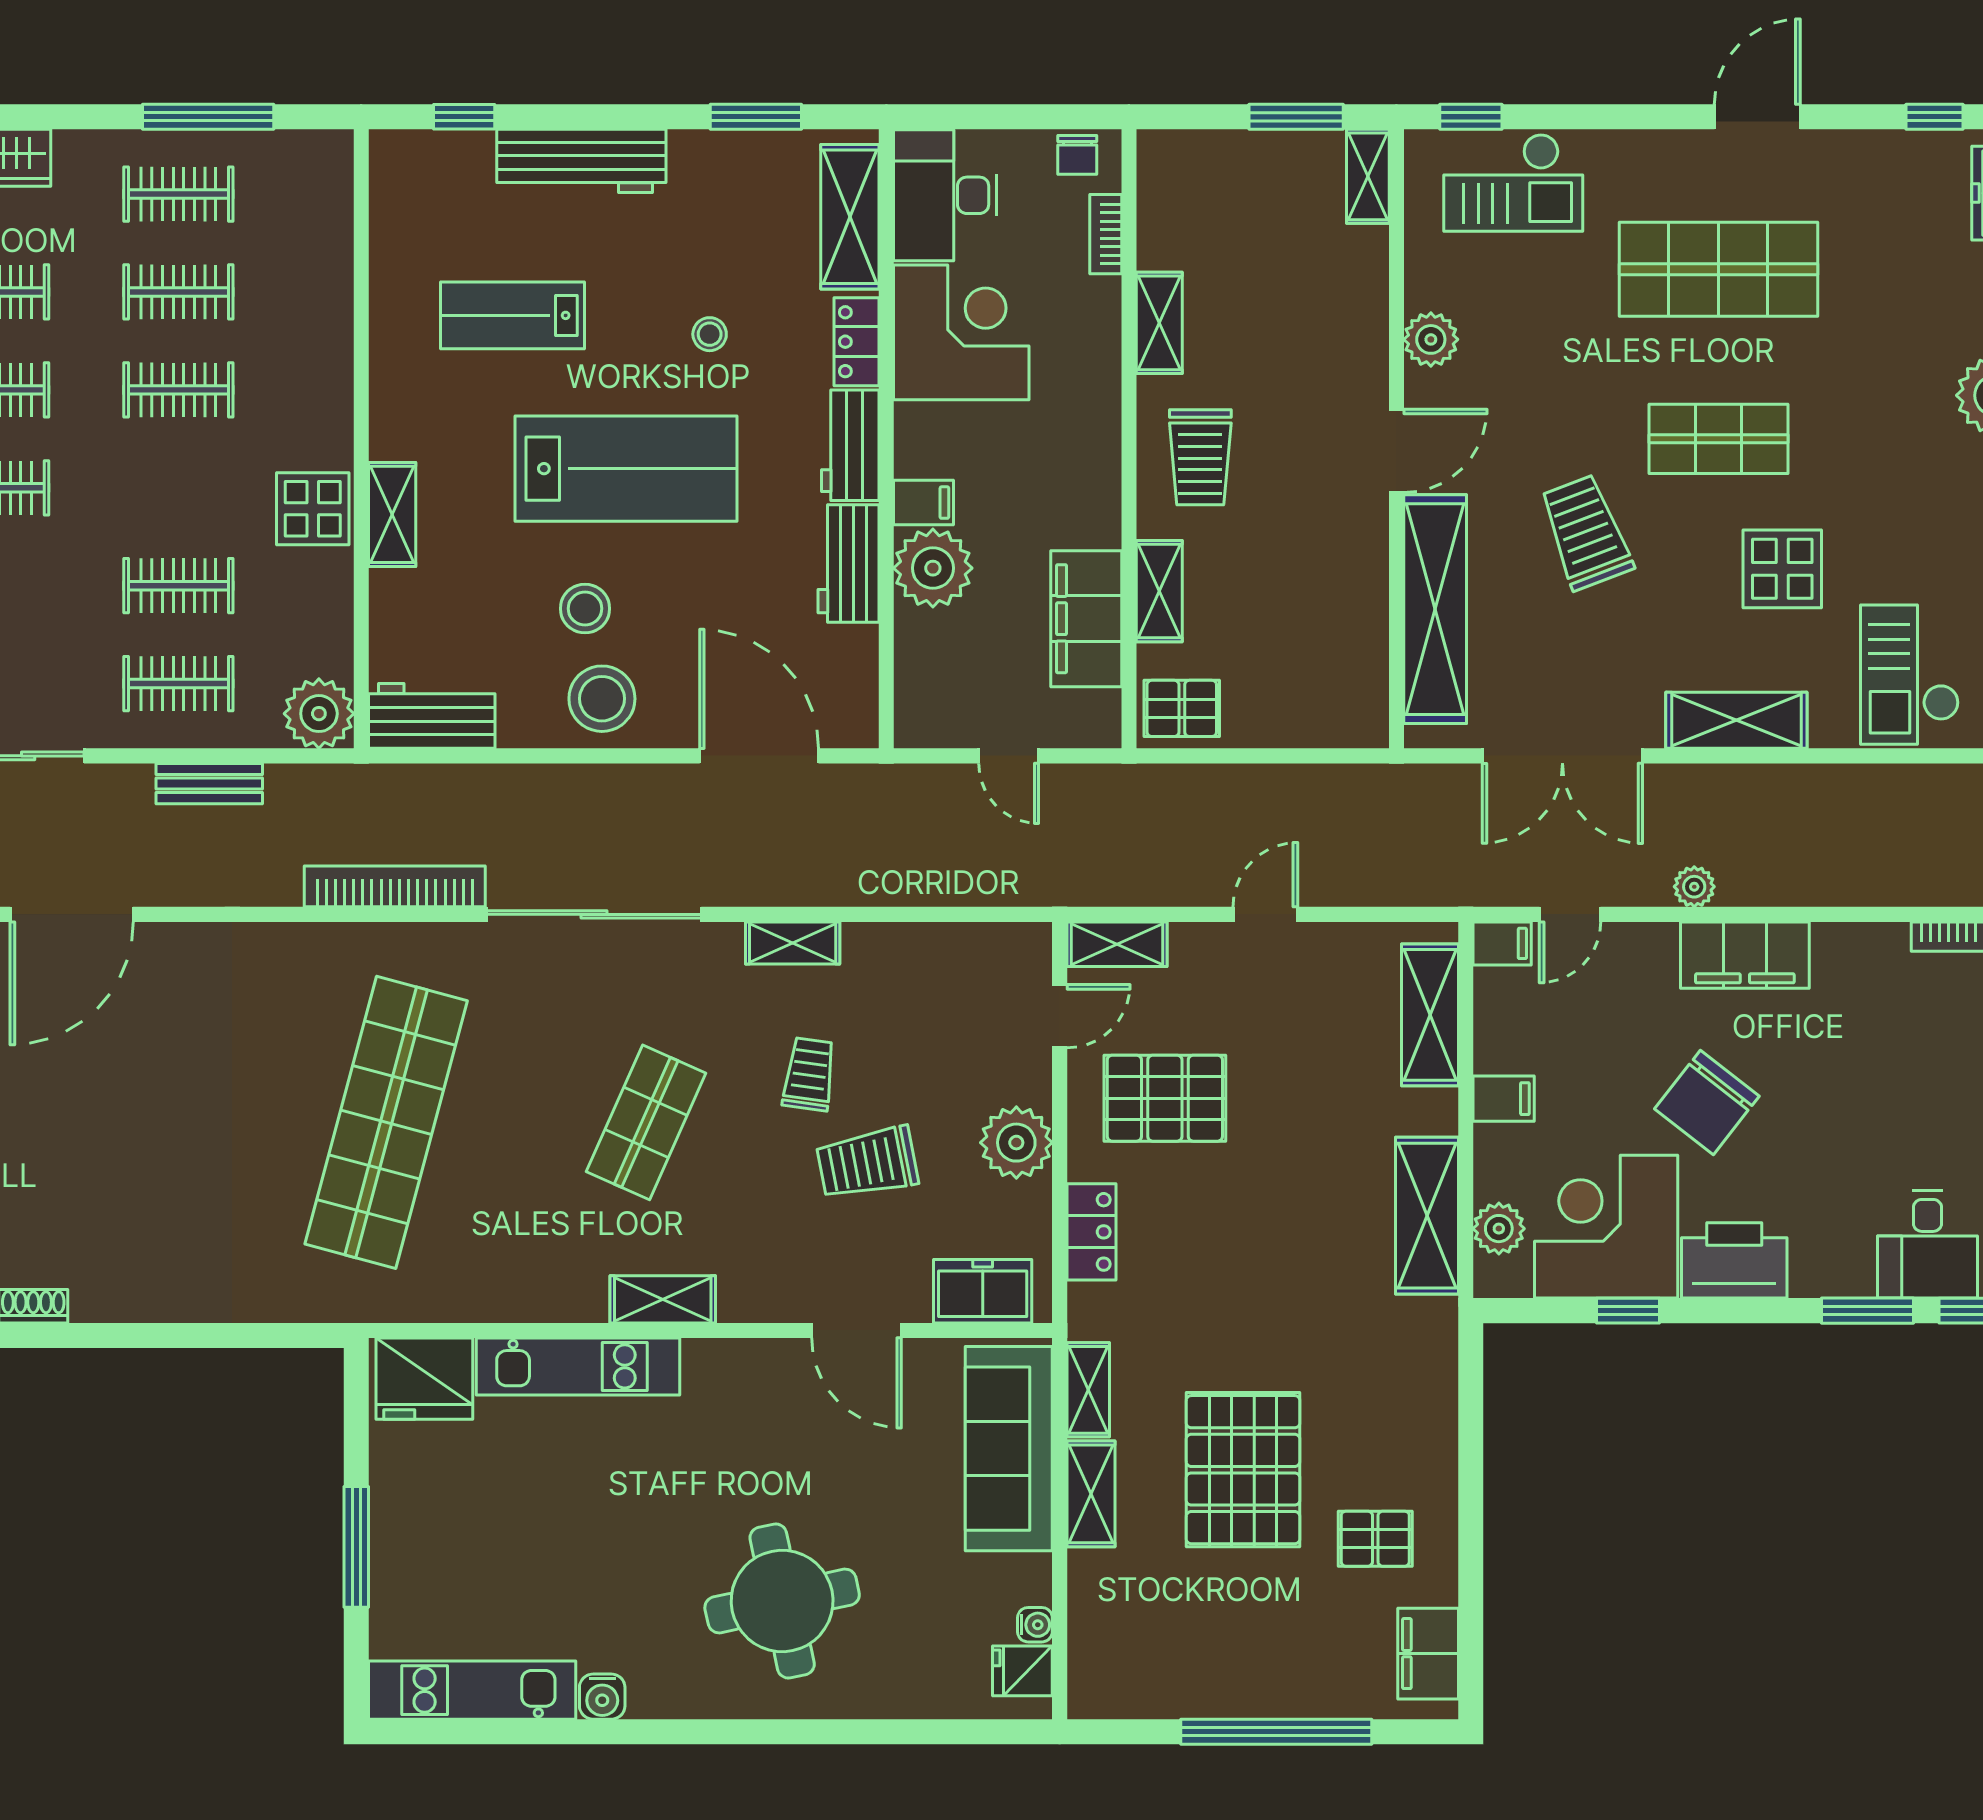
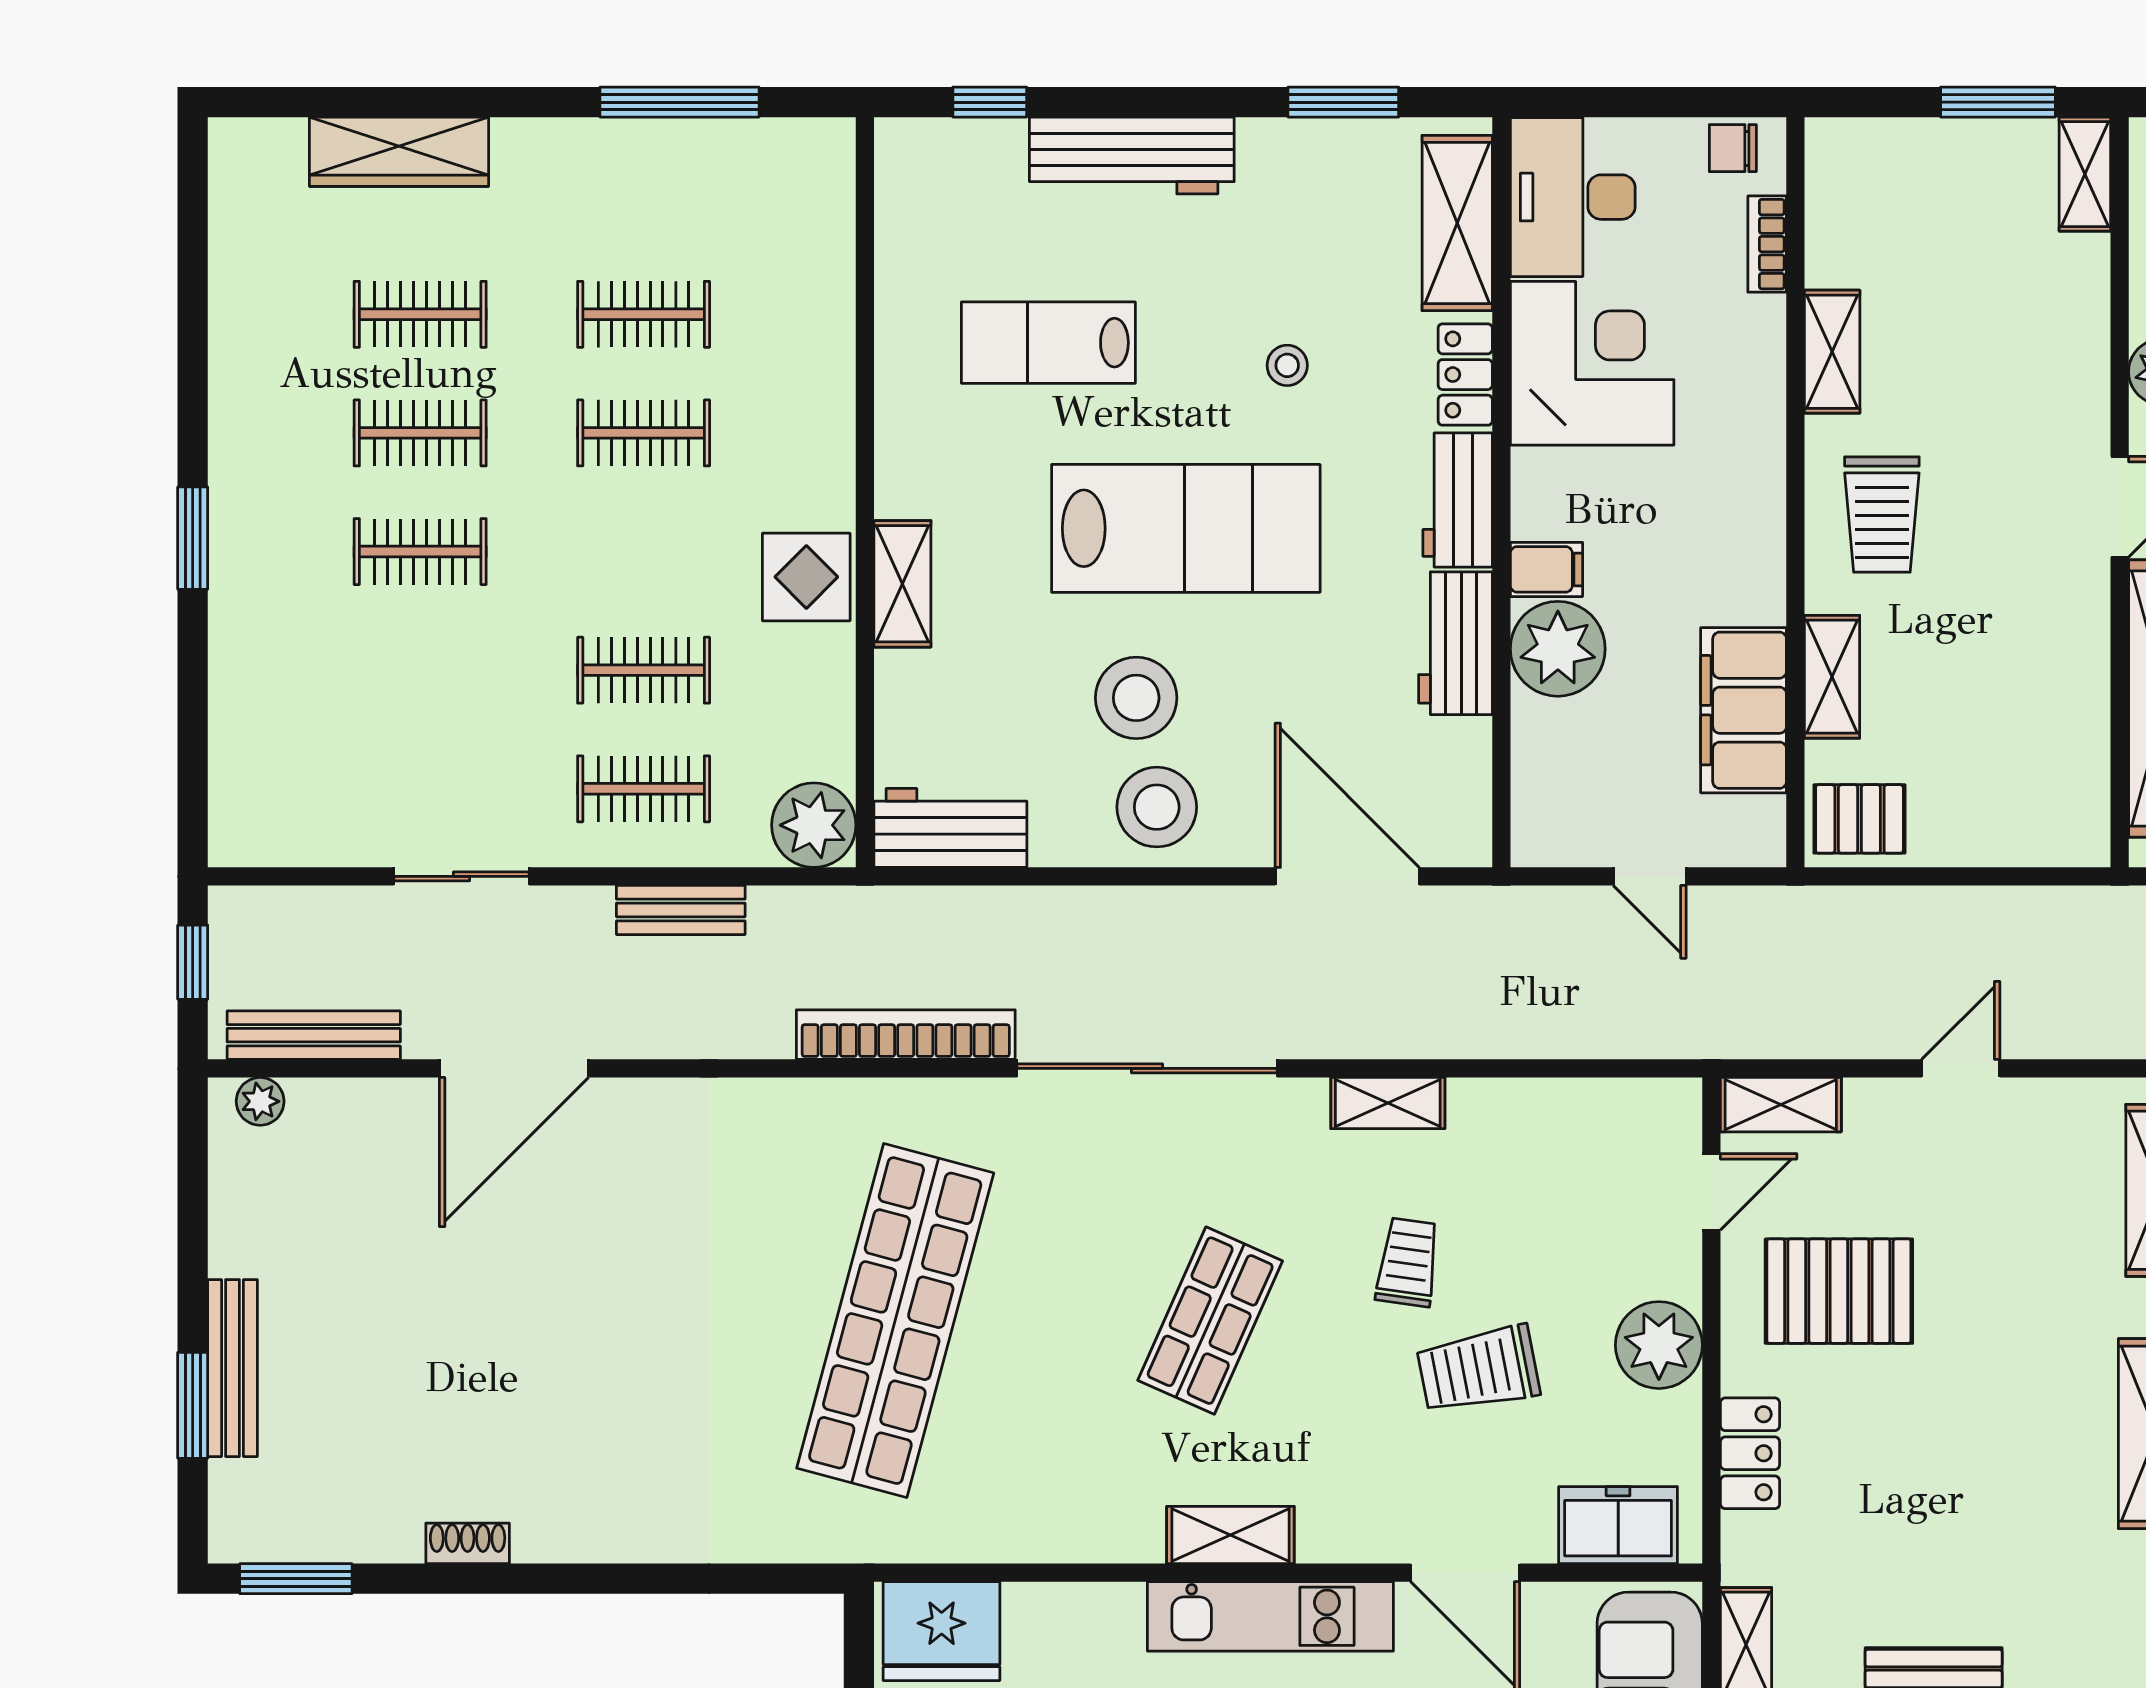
chair: (1077, 155) -> (1733, 148), turned 90
clothes rail: (178, 194) -> (644, 196), removed
stool: (585, 609) -> (1136, 698), width x1.38, depth x1.38
kitchen unit: (578, 1366) -> (1270, 1616), moved

